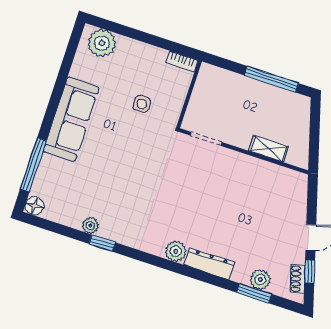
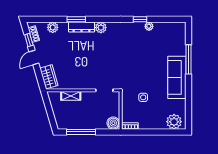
boiler: (209, 76) -> (113, 123), added
window: (33, 165) -> (188, 59), moved
wardrobe: (296, 195) -> (49, 77), added
floor lamp: (34, 206) -> (181, 27), removed
window: (254, 293) -> (76, 19), moved

